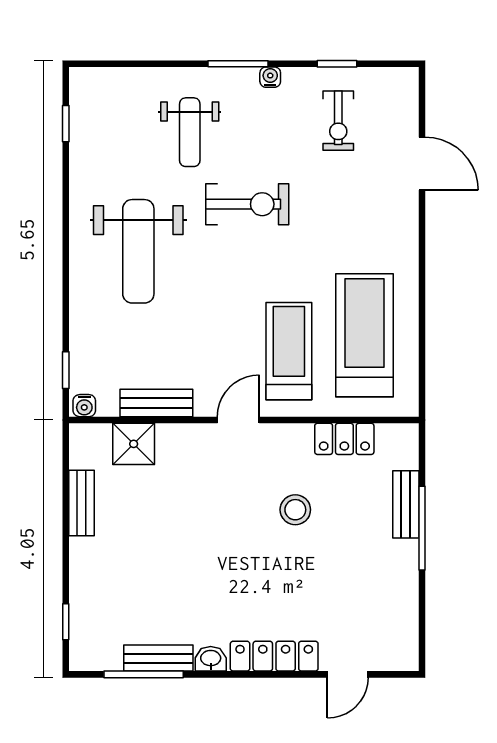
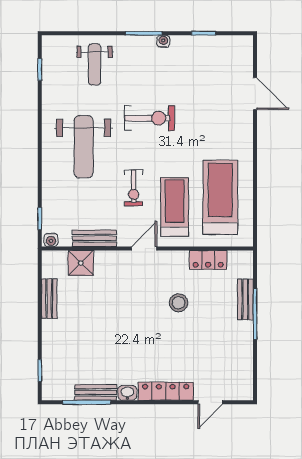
exercise bike: (338, 121) -> (134, 188), moved
weight bench: (190, 132) -> (95, 64), moved

